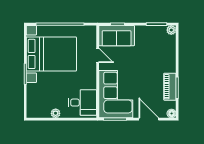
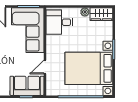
door: (98, 55) -> (45, 67), hinge flipped
wardrobe: (38, 111) -> (101, 14), added

